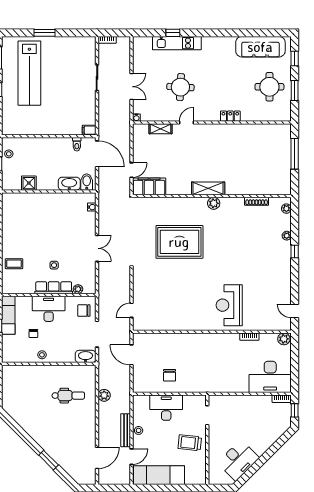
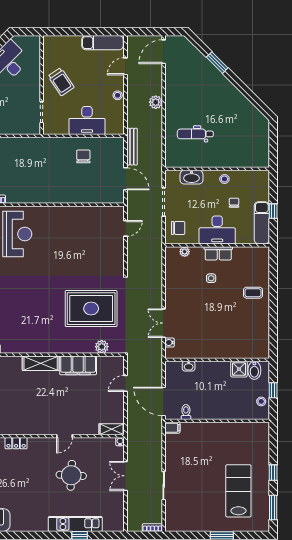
lab bench: (29, 73) -> (238, 491), width x0.73
shelving: (161, 129) -> (112, 429), moved
bidet: (87, 182) -> (254, 370), moved
washbasin: (69, 184) -> (189, 366), width x0.52, depth x0.69
filing cabinet: (149, 186) -> (78, 365), moved
plant: (214, 203) -> (102, 347), moved
rug: (179, 242) -> (91, 309), moved
double door: (97, 248) -> (164, 323), moved
coffee table: (14, 264) -> (253, 293), moved
row of seats: (54, 288) -> (218, 253), width x0.68
washbasin: (86, 356) -> (191, 177), moved
plant: (104, 395) -> (156, 102), moved
bench: (126, 430) -> (132, 147), moved
trolley: (190, 443) -> (61, 82), turned 50
door: (97, 458) -> (164, 52), moved
exam couch: (159, 475) -> (102, 43), width x0.73, depth x0.69

